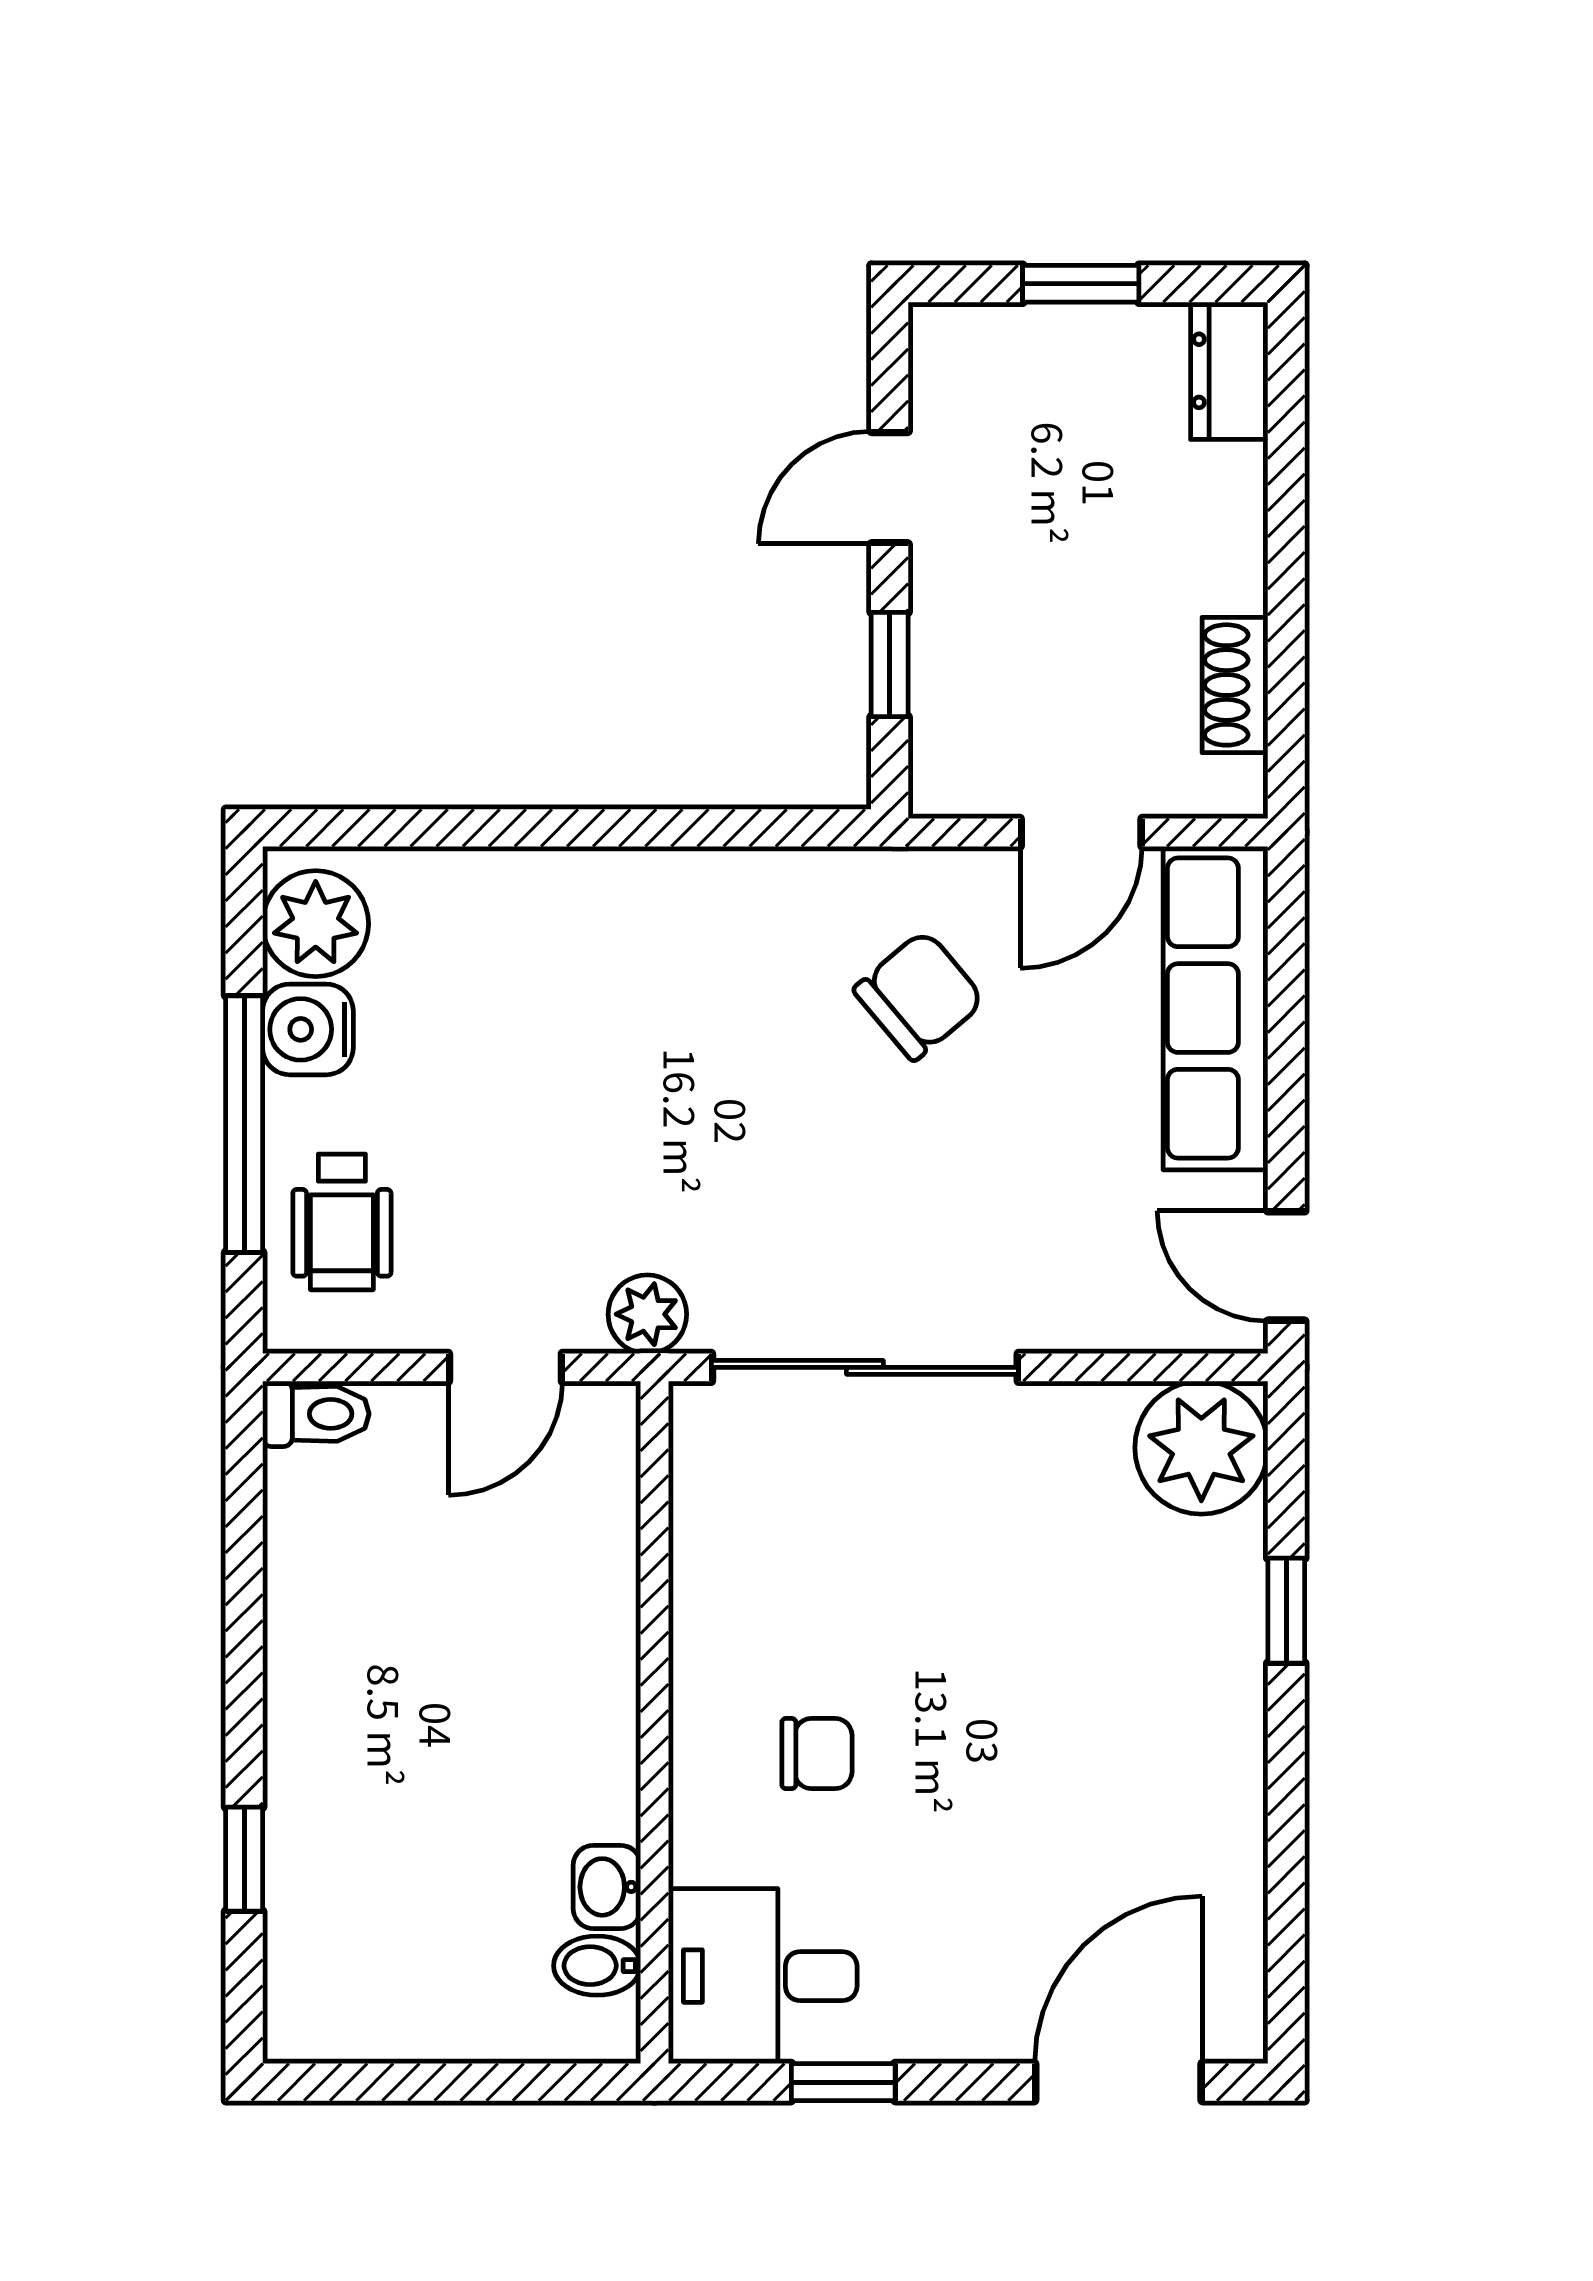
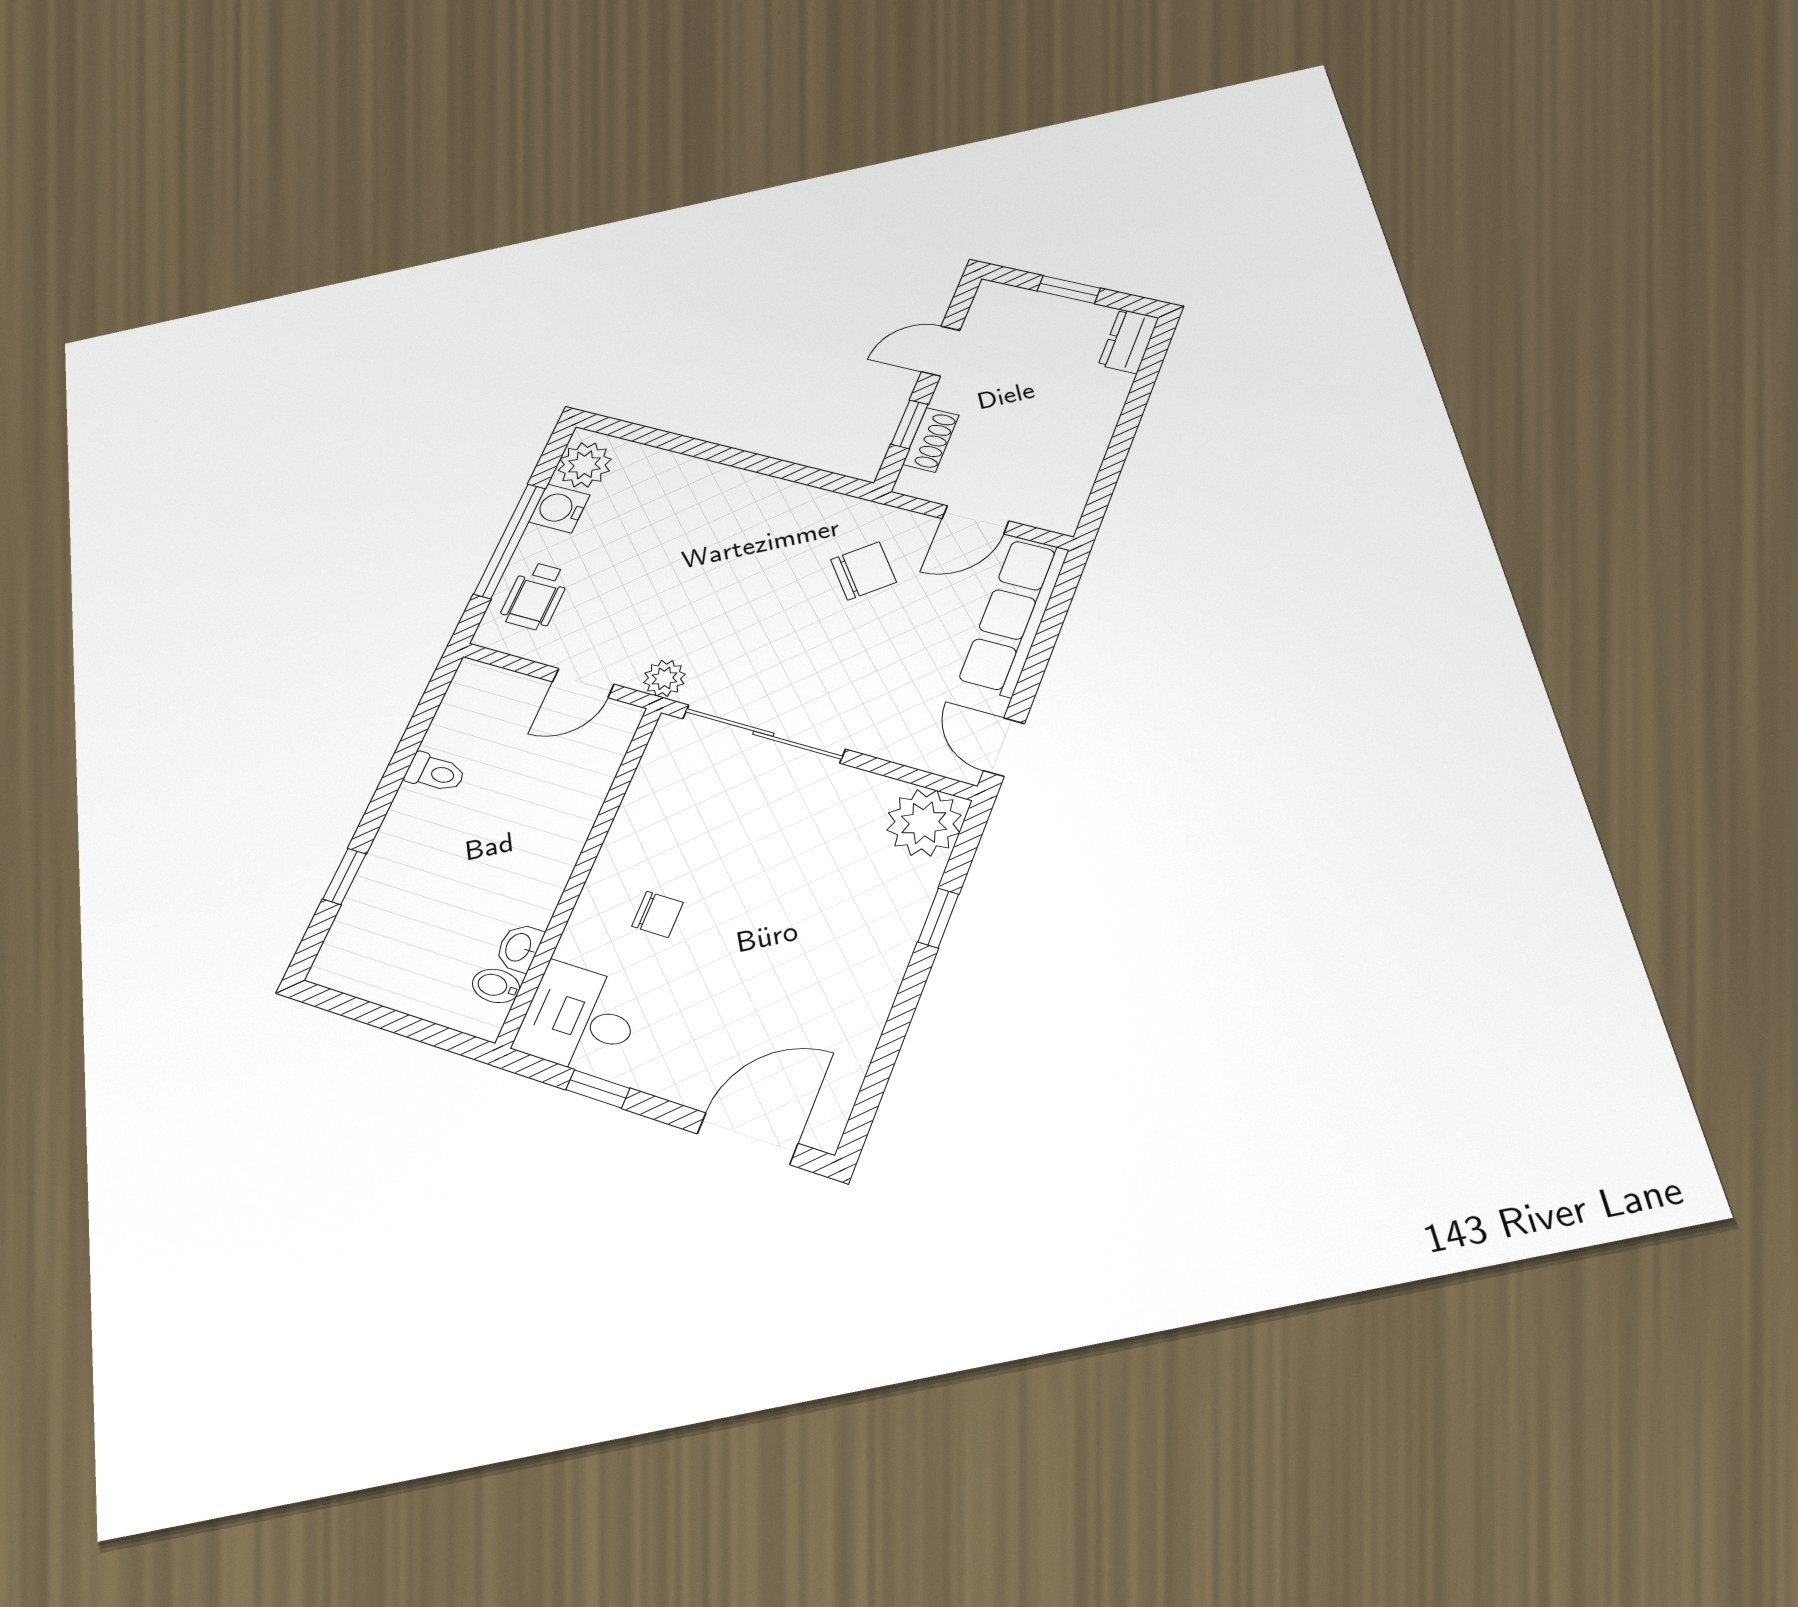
shoe rack: (1235, 685) -> (931, 440), moved, turned 180
toilet: (316, 1414) -> (435, 773), moved

